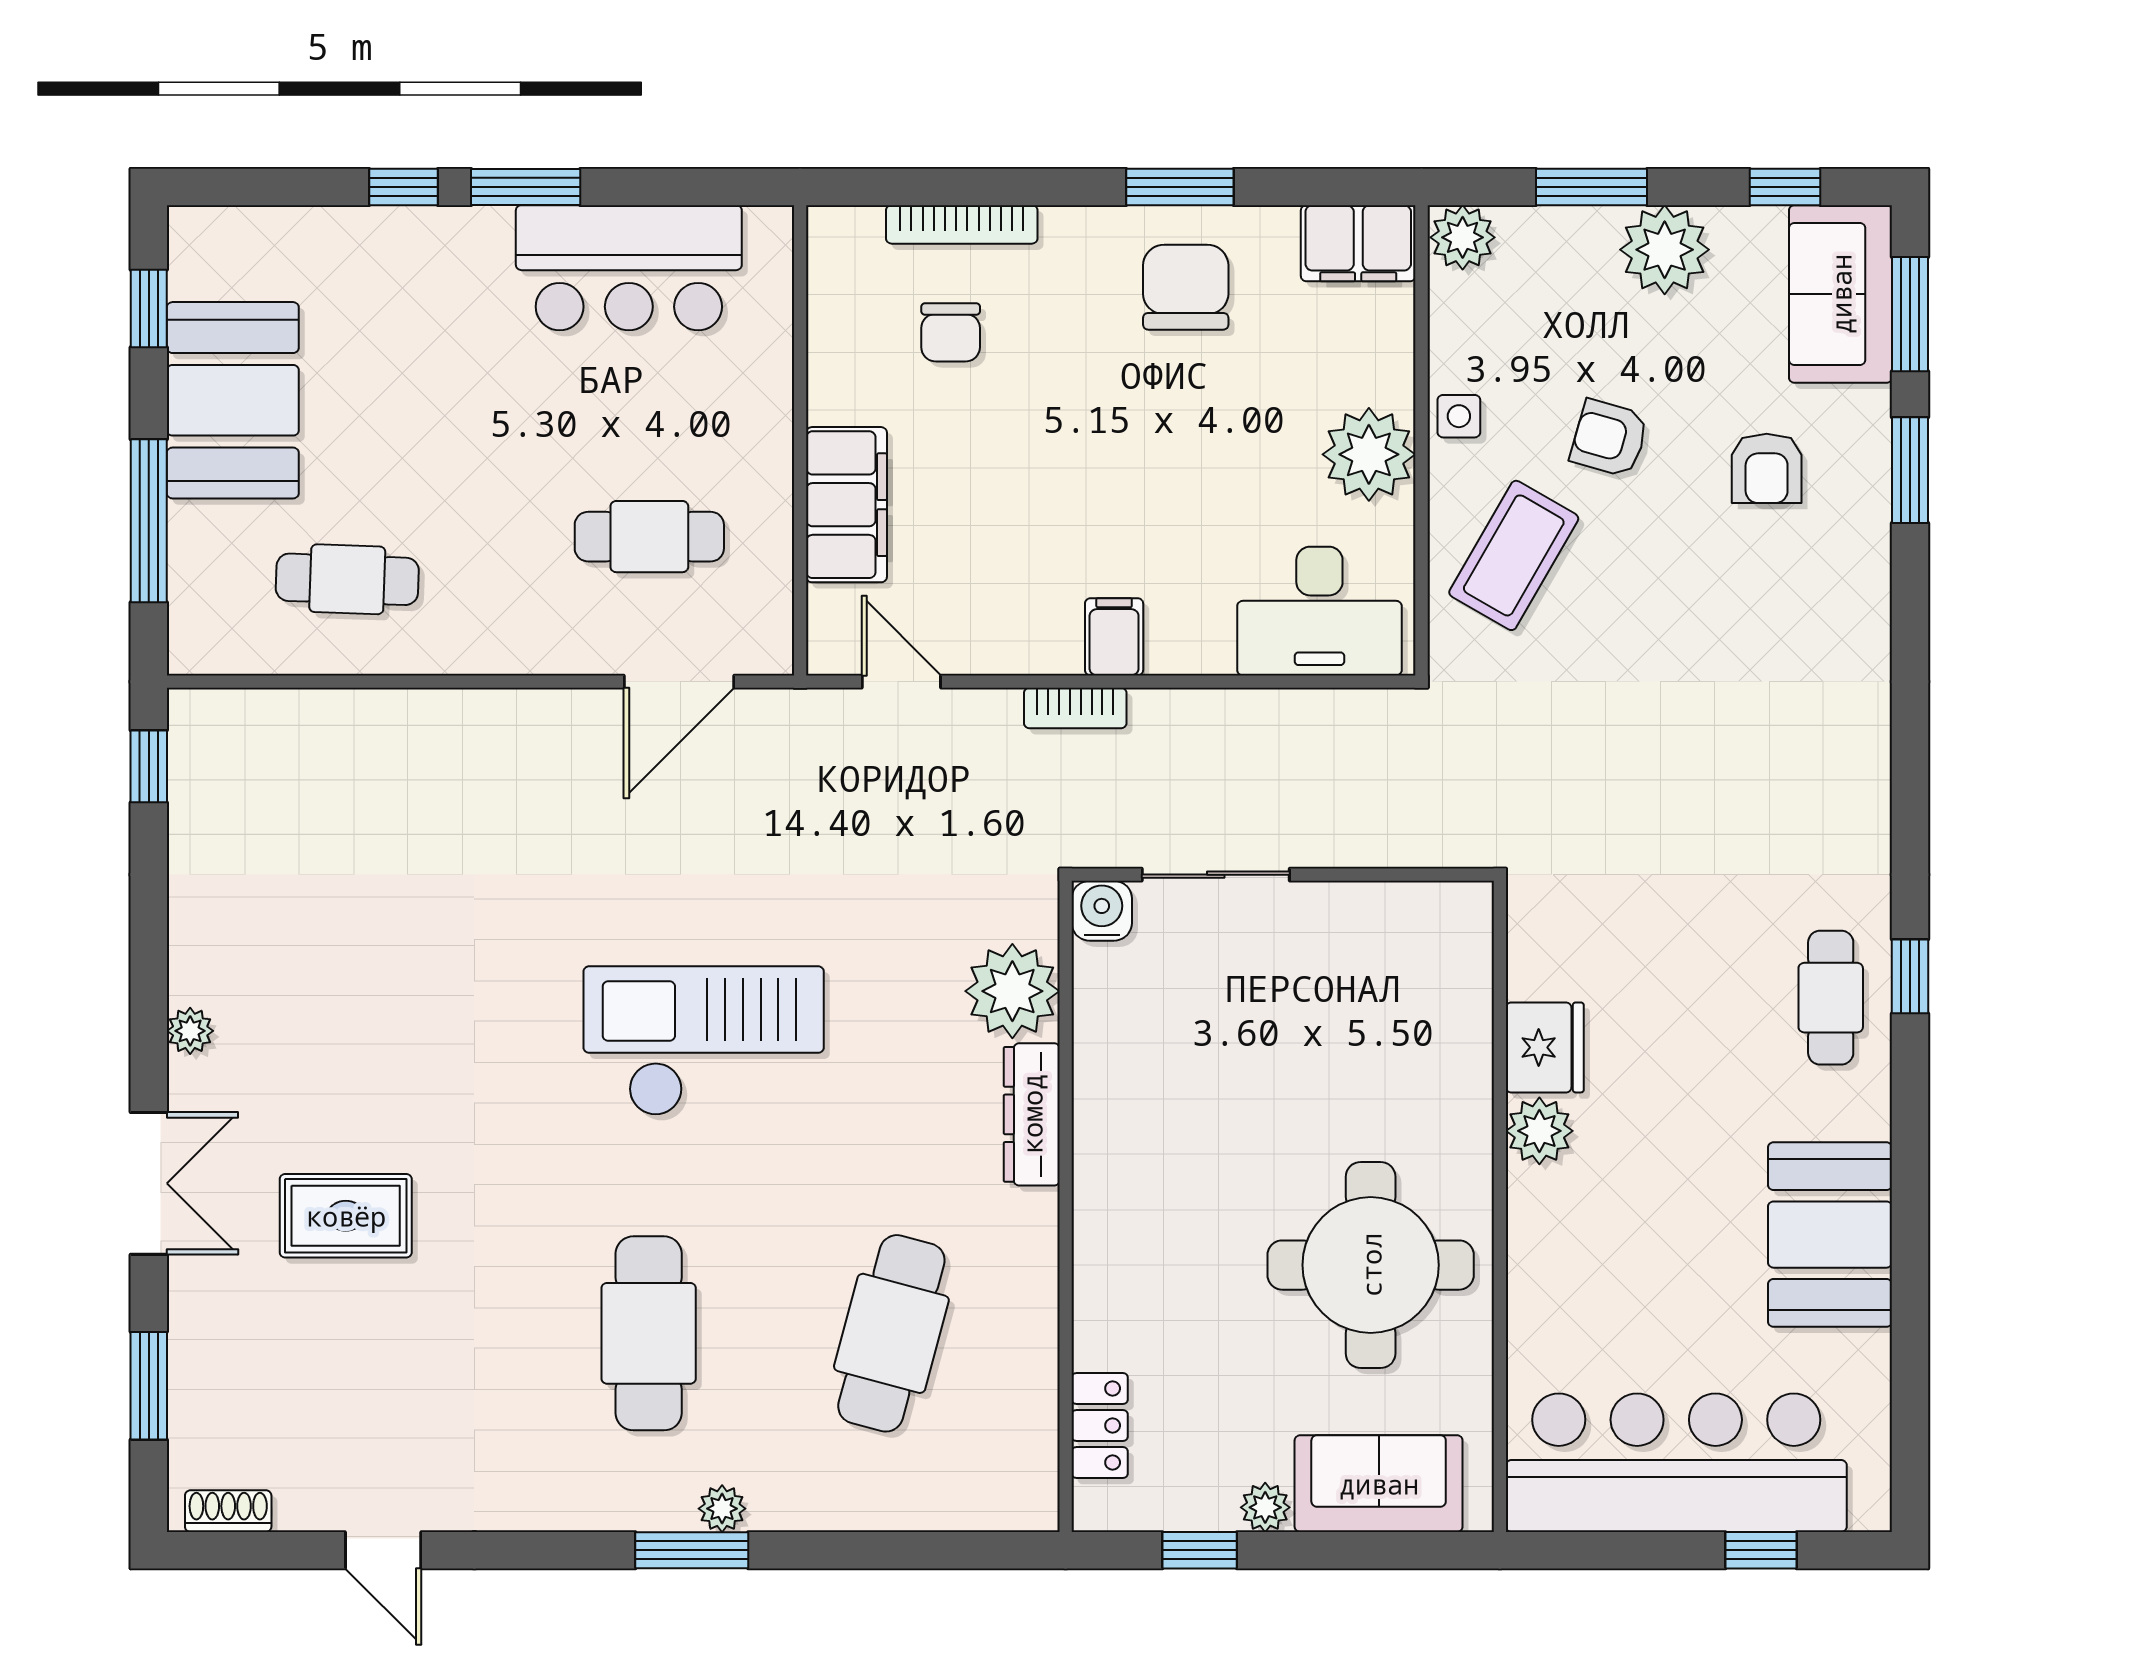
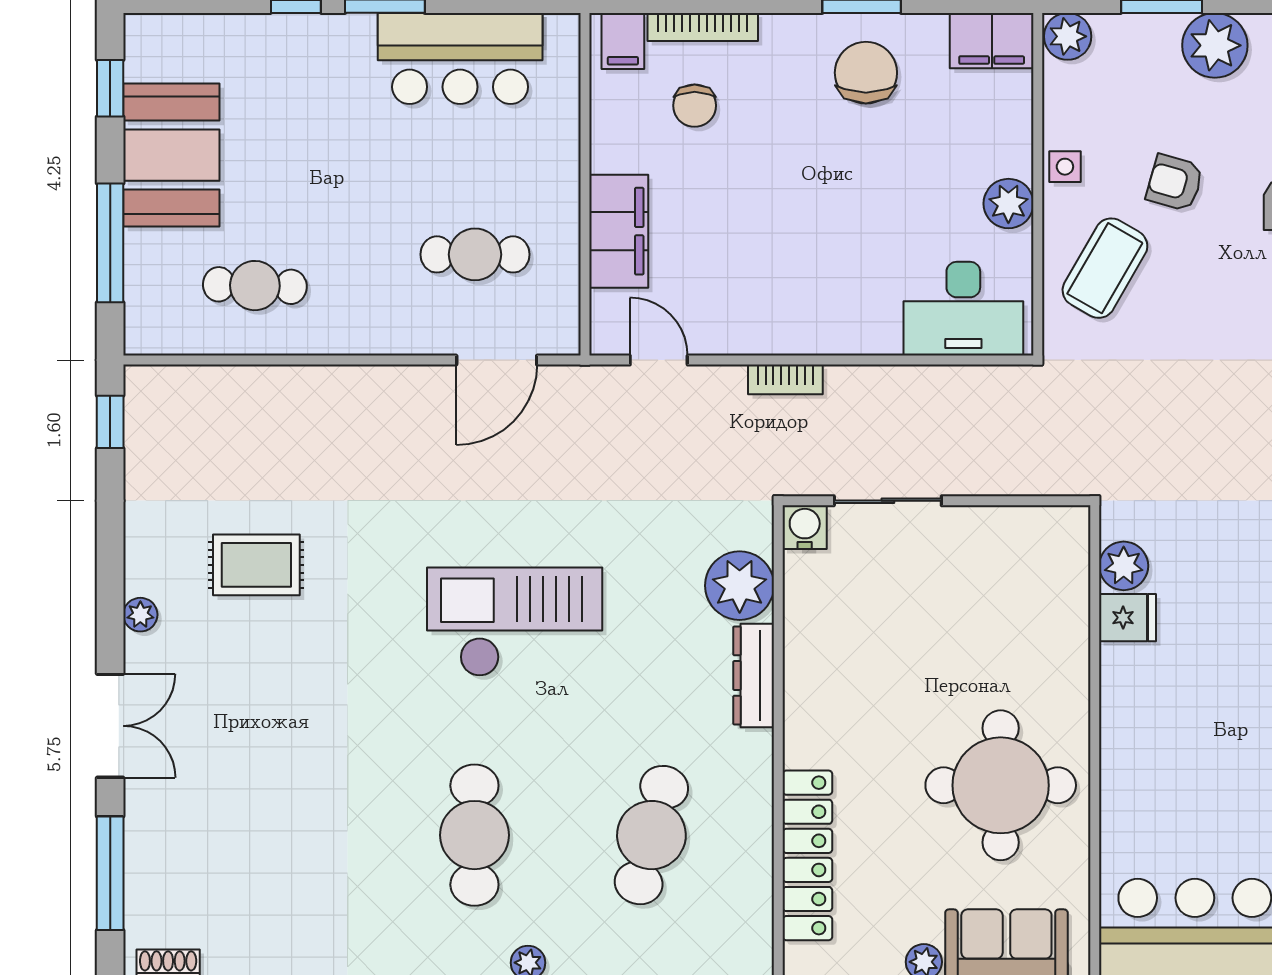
plant: (1369, 454) -> (1008, 204), width x0.73, depth x0.73
filing cabinet: (1114, 637) -> (623, 41), moved, turned 180
fridge: (1545, 1047) -> (1128, 618), width x0.72
plant: (1539, 1131) -> (1124, 566), moved
rug: (346, 1216) -> (256, 565), moved
window: (149, 1386) -> (110, 873), width x1.44
locker: (1100, 1425) -> (807, 855), width x2.16, depth x1.21

